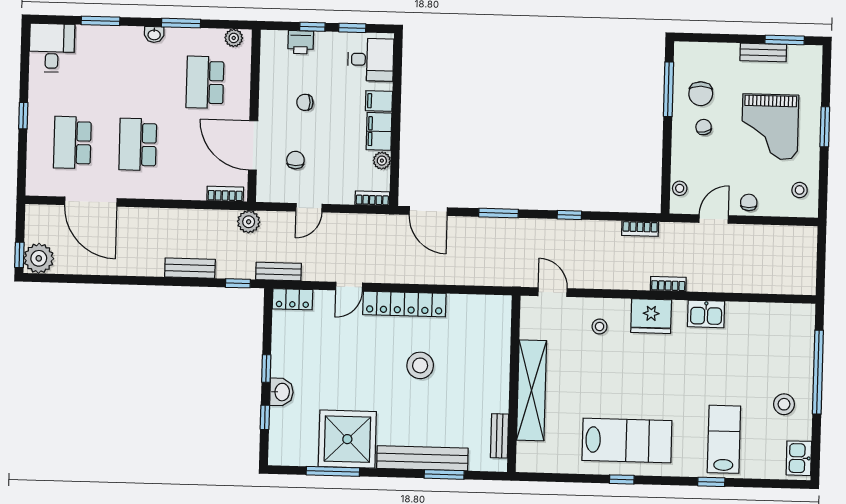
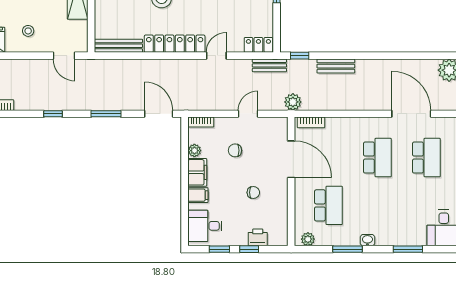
chair: (295, 160) -> (235, 150), moved, turned 90
bench: (480, 303) -> (118, 46), added

